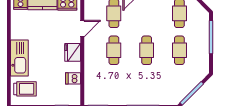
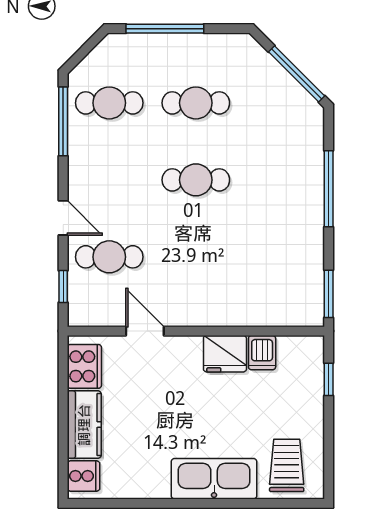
cafe table: (114, 50) -> (196, 257), removed
fridge: (73, 52) -> (225, 354), moved

